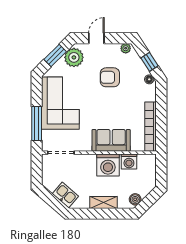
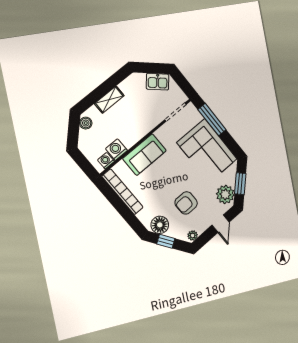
armchair: (110, 77) -> (186, 203), turned 180
floor lamp: (149, 79) -> (160, 225), width x1.89, depth x1.89
washing machine: (108, 165) -> (106, 161), moved, width x0.53, depth x0.53
kitchen sink: (65, 195) -> (158, 82), moved

